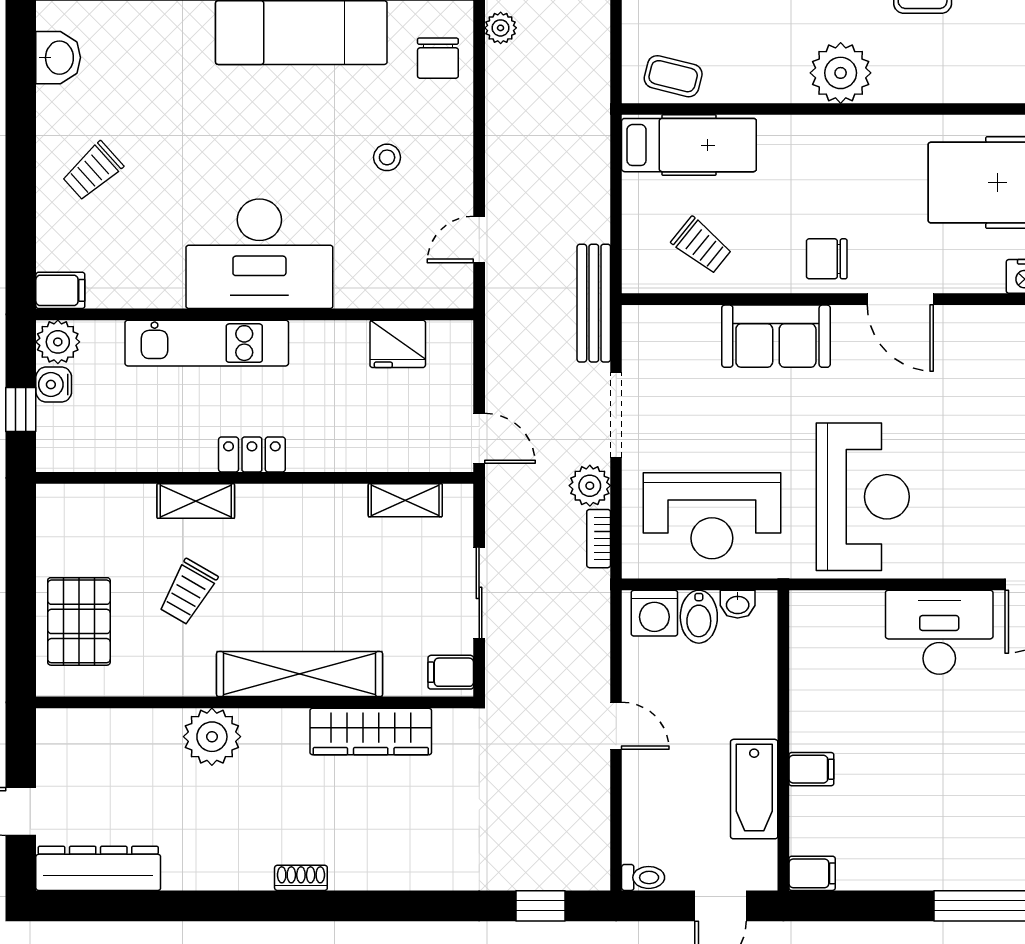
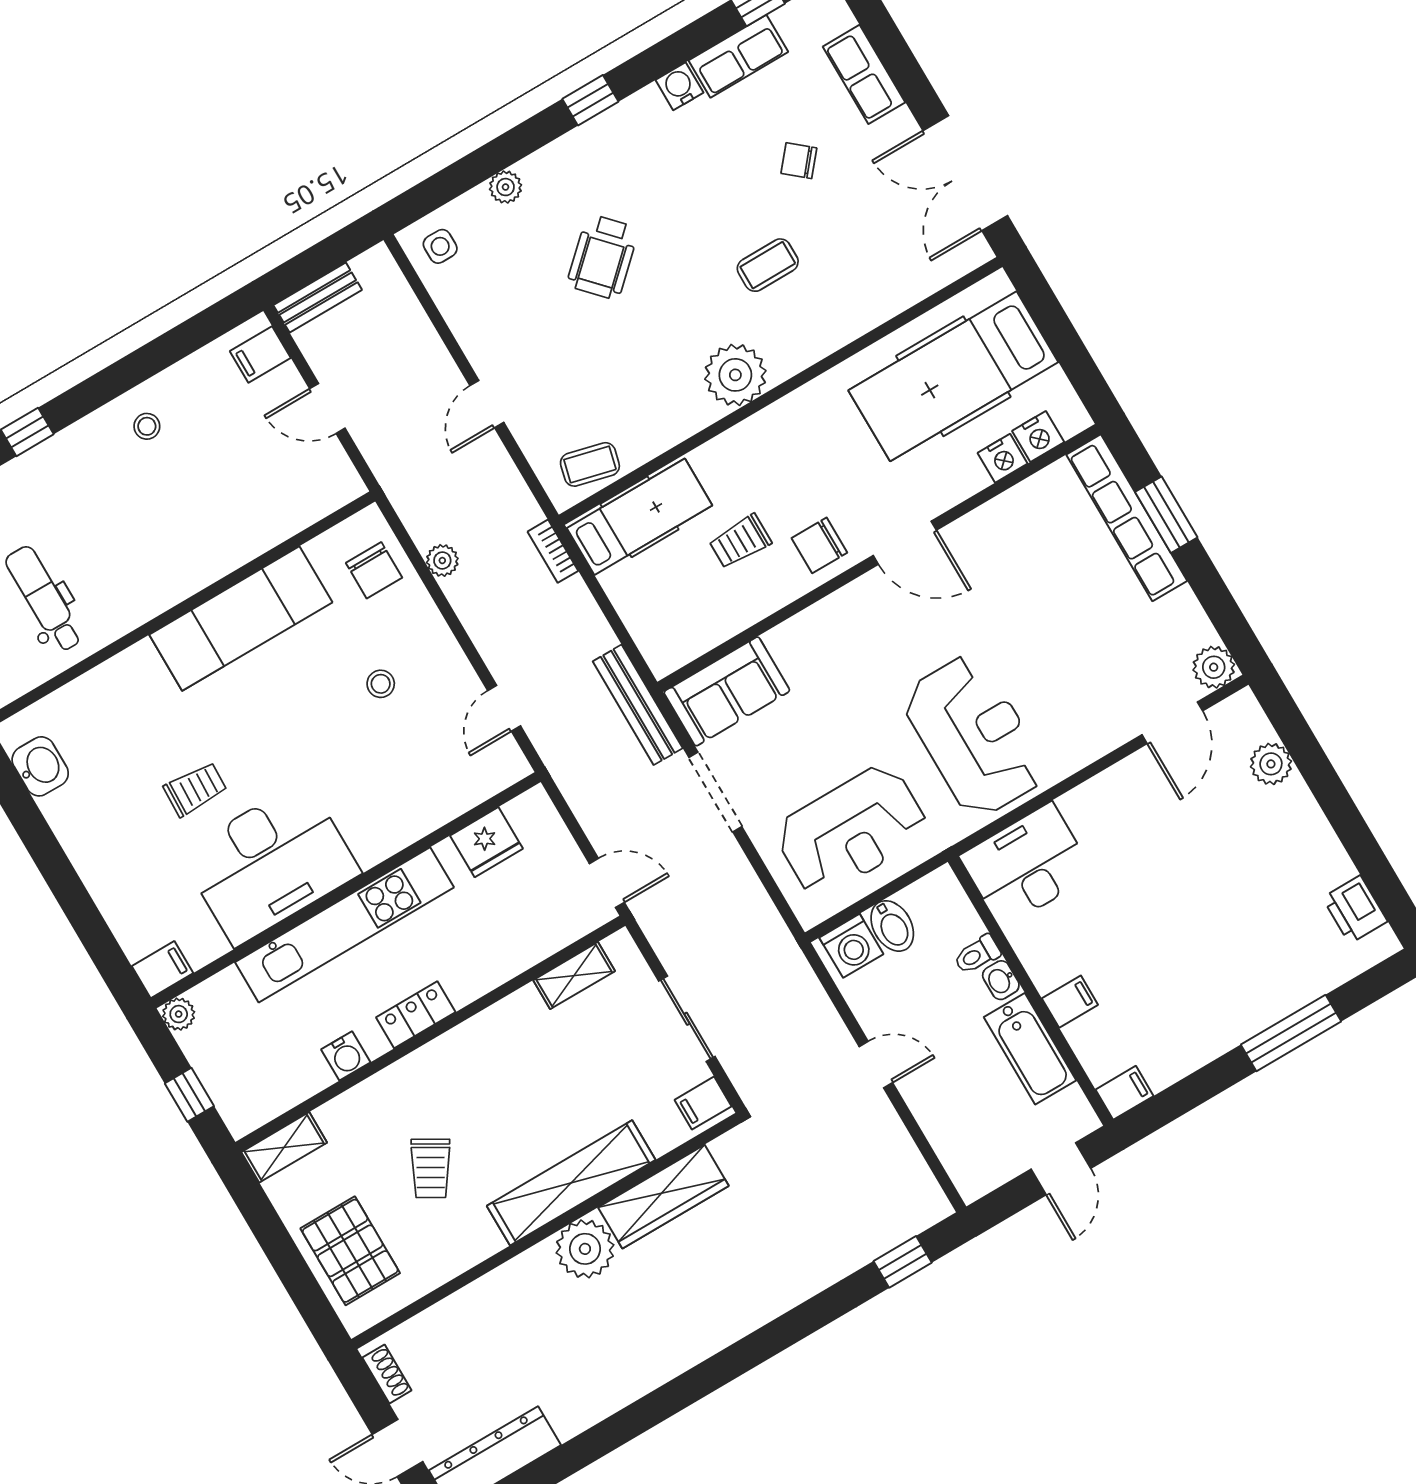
plant: (501, 28) -> (442, 560), moved
trolley: (92, 171) -> (195, 789), moved, turned -136
trolley: (702, 245) -> (740, 541), moved, turned 141
desk: (259, 254) -> (270, 863), moved
sofa: (776, 336) -> (727, 691), moved
plant: (58, 342) -> (179, 1014), width x0.73, depth x0.73
kitchen unit: (207, 343) -> (344, 925), width x1.36
water cooler: (54, 385) -> (346, 1056), moved, turned -90
plant: (590, 486) -> (729, 867), removed
shelving: (196, 501) -> (284, 1147), moved
bookcase: (599, 539) -> (553, 551), moved
washbasin: (738, 604) -> (1001, 980), moved, turned 90
desk: (939, 632) -> (1027, 865), moved
plant: (212, 737) -> (585, 1249), moved
toilet: (643, 877) -> (977, 955), moved, turned 180
shoe rack: (301, 878) -> (387, 1374), moved, turned 90

